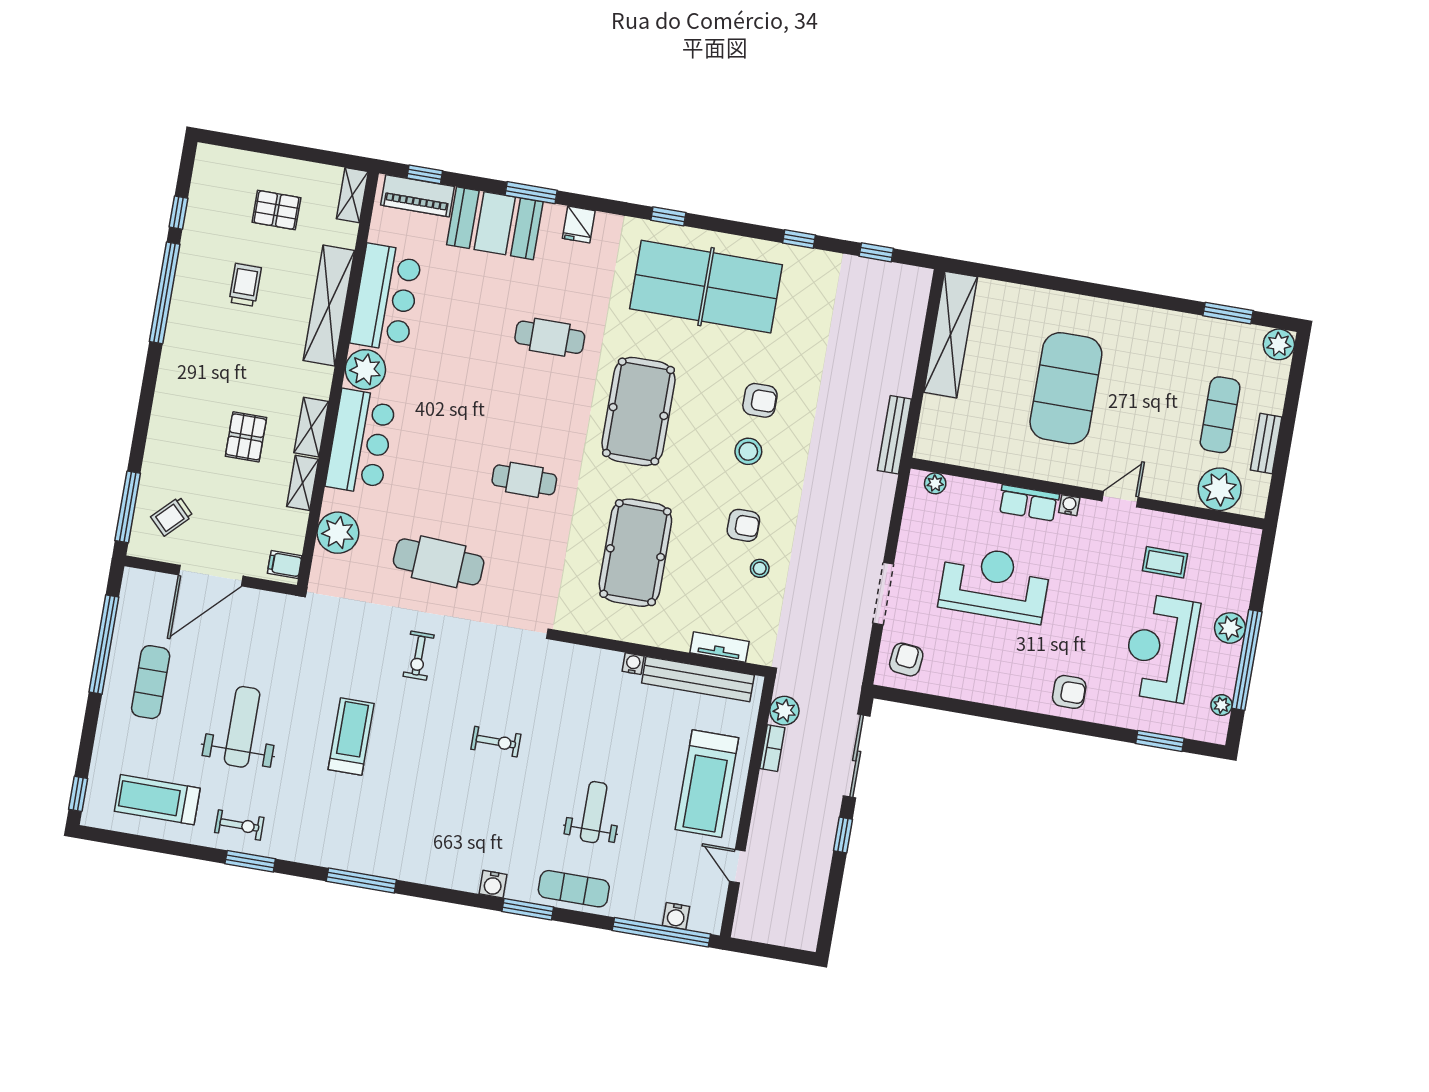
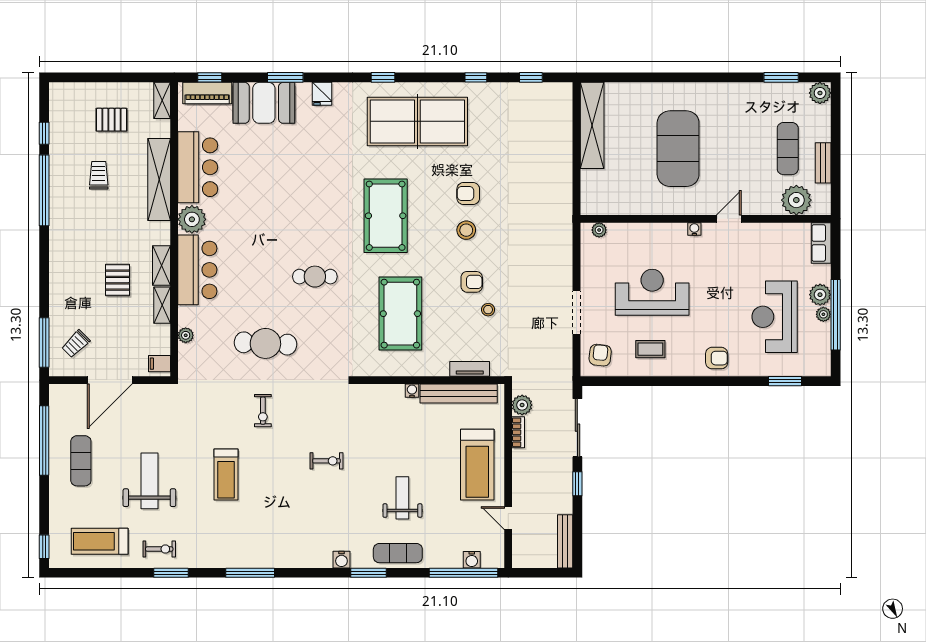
cafe table: (550, 337) -> (315, 175), removed
armchair: (760, 400) -> (468, 194), turned 180
bench: (894, 435) -> (565, 541), moved
row of seats: (1029, 503) -> (821, 243), moved, turned 90
plant: (338, 533) -> (186, 335), width x0.53, depth x0.53
coffee table: (1165, 562) -> (650, 349), moved
plant: (1222, 705) -> (823, 314), moved
treadmill: (351, 737) -> (226, 475), turned 180

